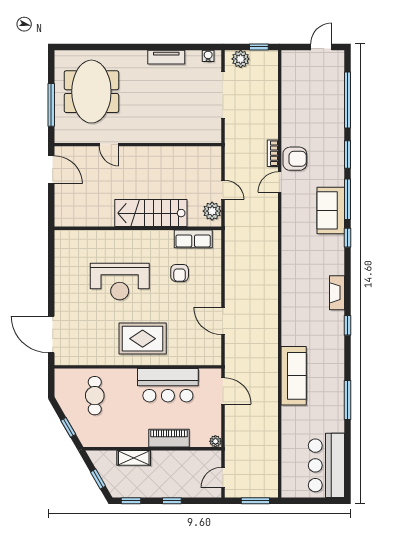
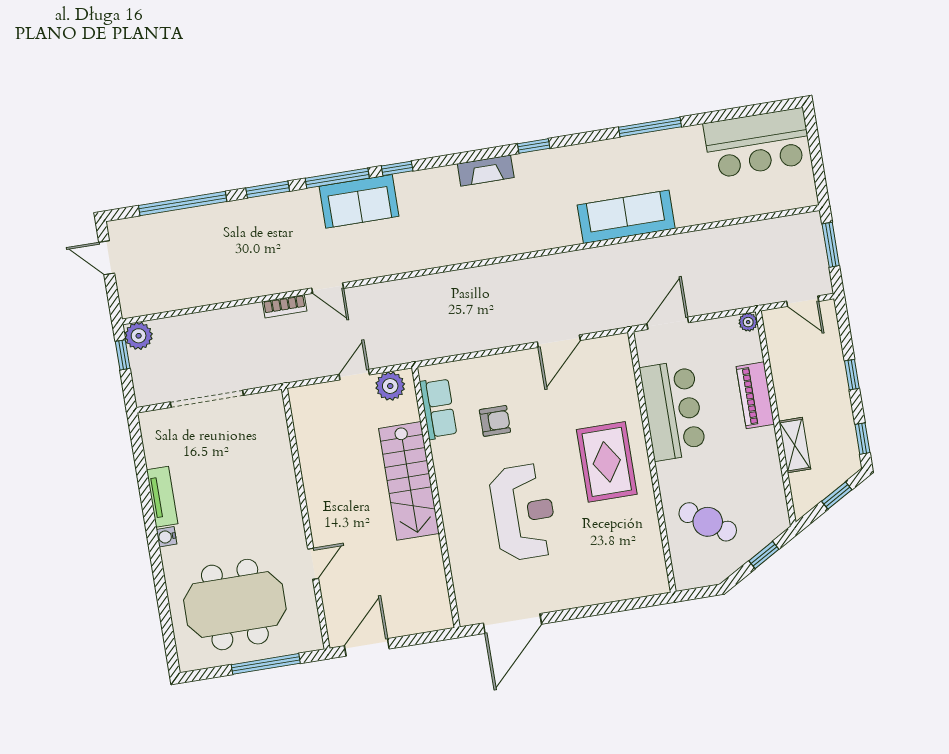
water cooler: (208, 56) -> (167, 537), moved
plant: (241, 59) -> (139, 336), moved
armchair: (295, 159) -> (288, 270), removed
door: (51, 334) -> (512, 624), moved
cafe table: (95, 396) -> (708, 522), turned 35

